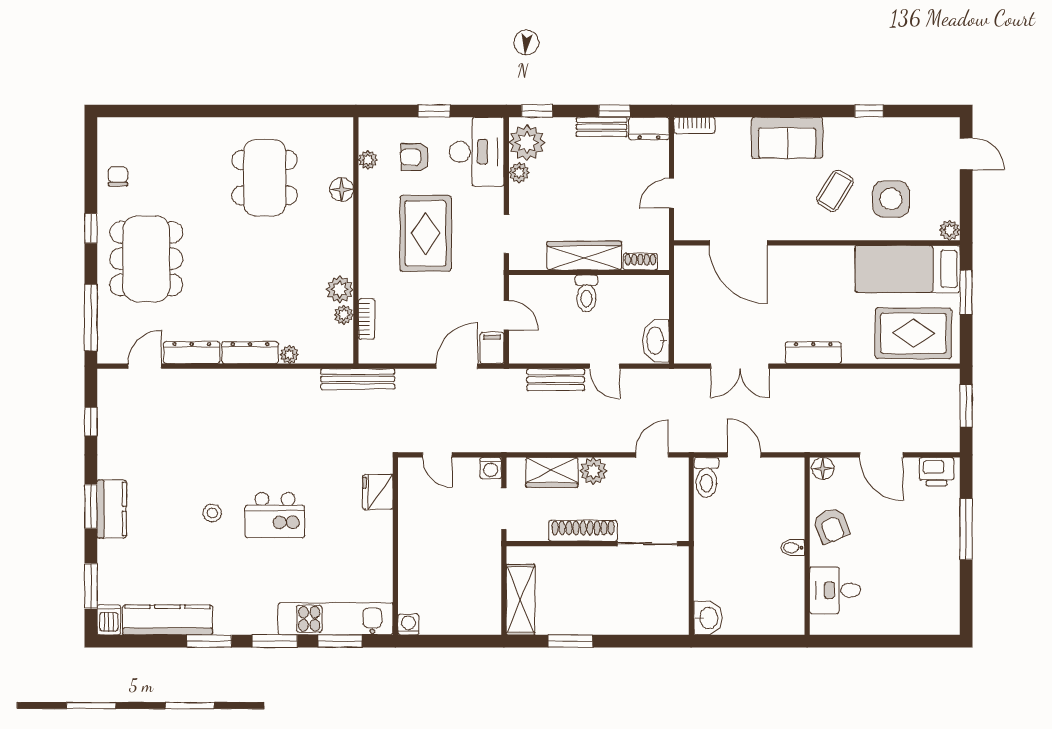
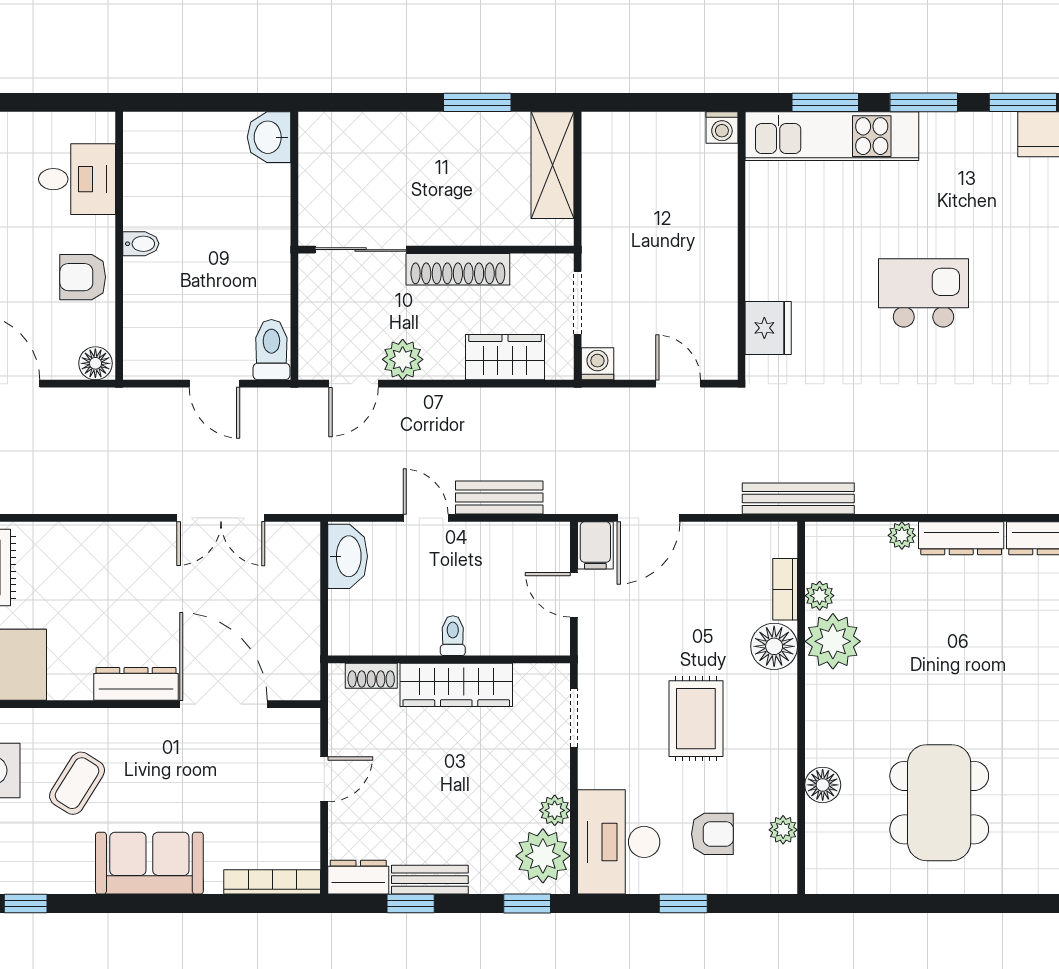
bookcase: (694, 125) -> (272, 882), width x1.56
rug: (426, 233) -> (696, 719), width x0.73, depth x0.70
floor lamp: (374, 281) -> (774, 646), added
plant: (340, 289) -> (833, 641), width x1.36, depth x1.36
toilet: (586, 293) -> (453, 636), width x0.73, depth x0.72
dresser: (813, 353) -> (136, 684), moved, turned 180
double door: (740, 366) -> (221, 518), swing flipped
plant: (593, 471) -> (403, 359), moved
stool: (212, 513) -> (1018, 296), removed
armchair: (831, 525) -> (83, 277), turned -68

